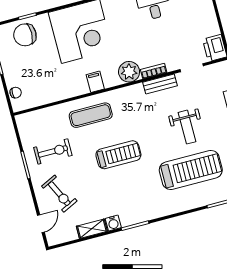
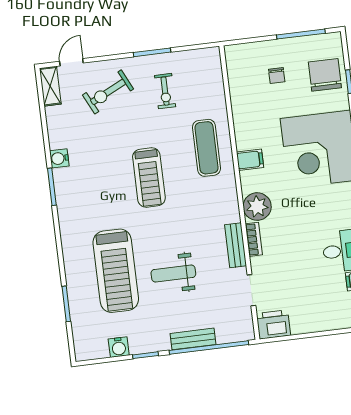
chair: (16, 93) -> (277, 75), moved
exercise bike: (53, 151) -> (165, 91), width x0.73, depth x0.72
door: (41, 224) -> (71, 62), swing flipped
shelving: (92, 229) -> (50, 86), moved

